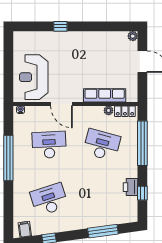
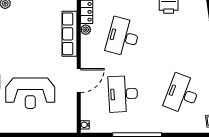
reception desk: (34, 77) -> (30, 93), moved
desk: (49, 200) -> (182, 94), turned 39

